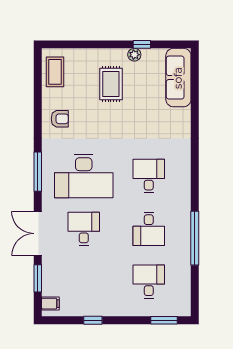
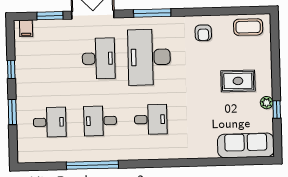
desk: (84, 229) -> (99, 58), width x1.37
window: (164, 320) -> (12, 112), moved

